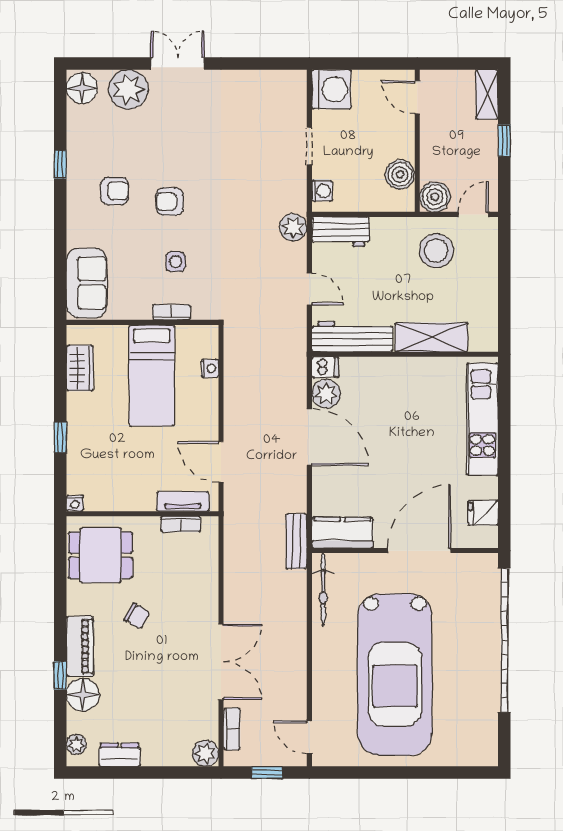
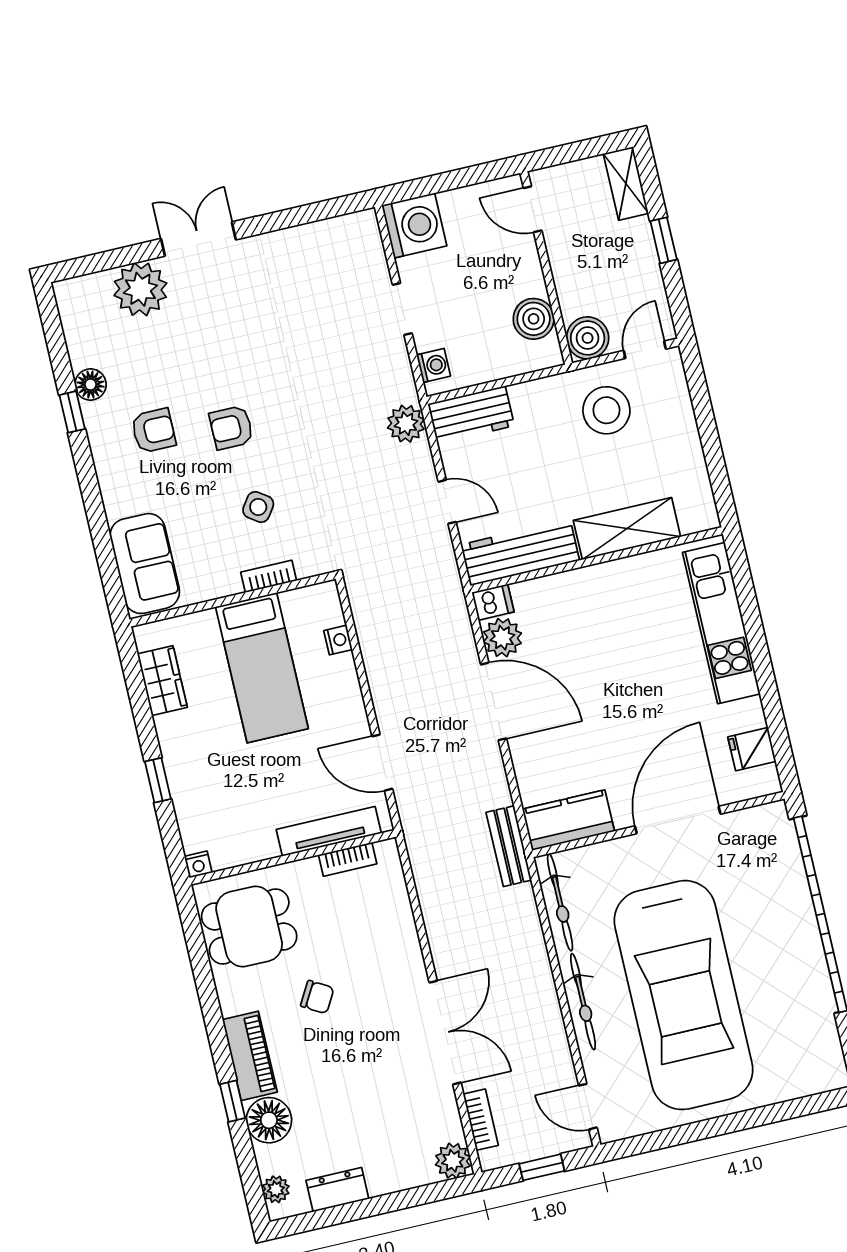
floor lamp: (82, 88) -> (90, 385), moved, width x0.73, depth x0.73
side table: (176, 262) -> (258, 507), turned 35
tv unit: (183, 501) -> (329, 831), width x1.41
bicycle: (323, 663) -> (583, 1002), added

